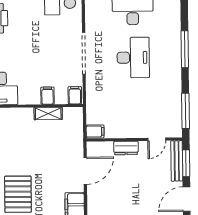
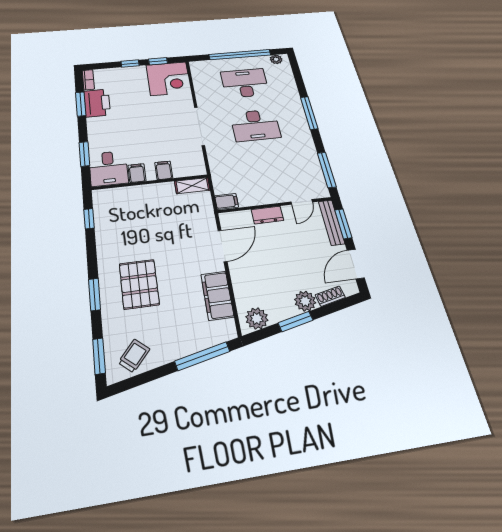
desk: (133, 58) -> (255, 125), turned 90
filing cabinet: (75, 95) -> (137, 173), moved
shelving: (48, 113) -> (192, 186), moved

